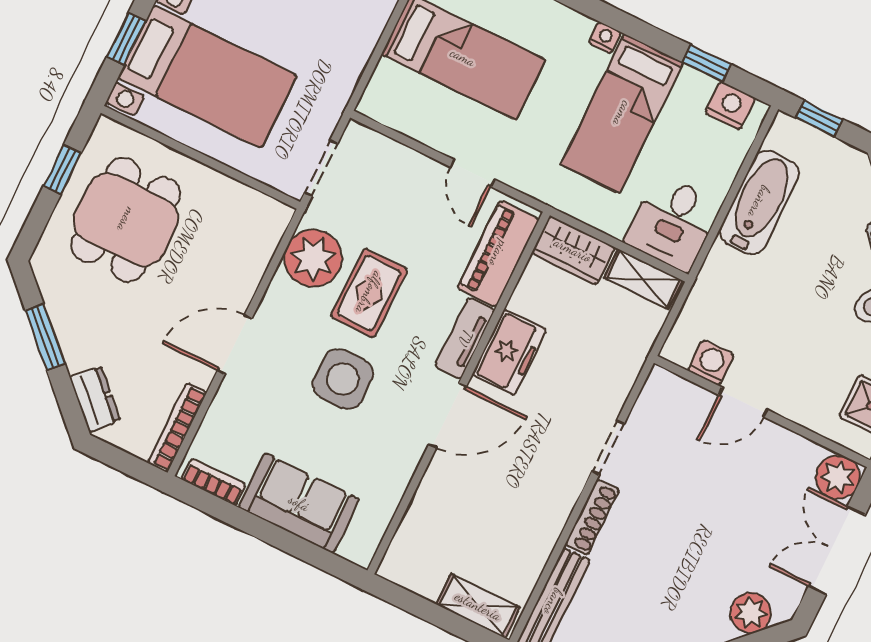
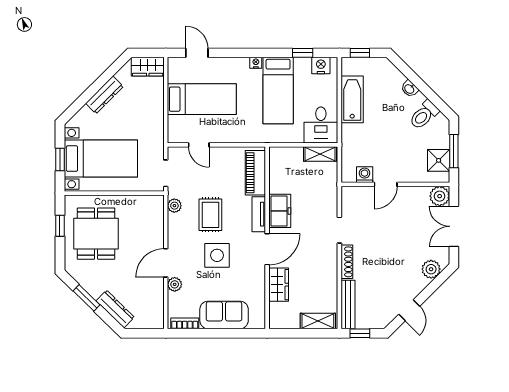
door: (472, 173) -> (199, 145), moved
wardrobe: (573, 250) -> (279, 285), moved, turned -90
plant: (313, 258) -> (174, 206), width x0.53, depth x0.53
plant: (231, 395) -> (175, 284), added
dresser: (95, 399) -> (115, 309), width x1.44
bookcase: (177, 428) -> (159, 308), removed

